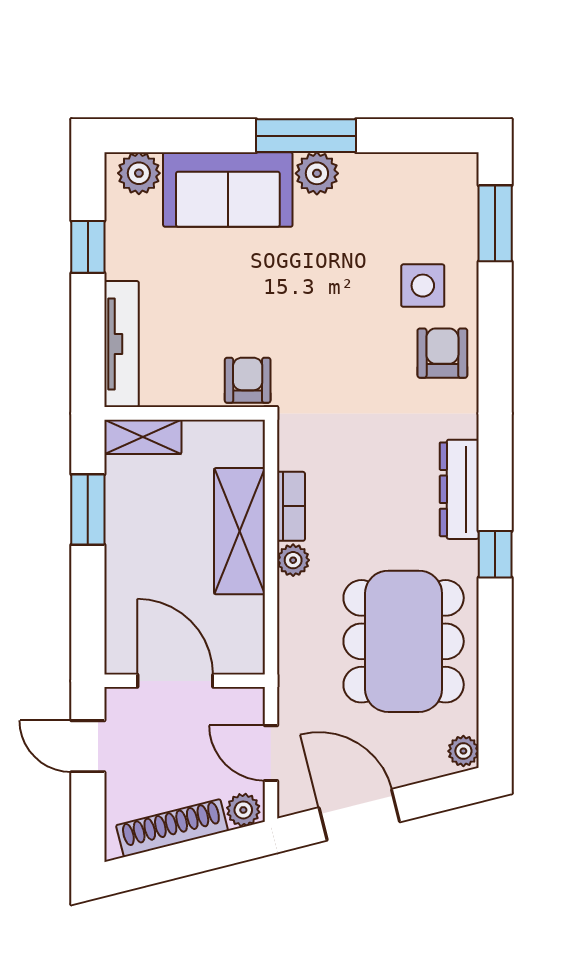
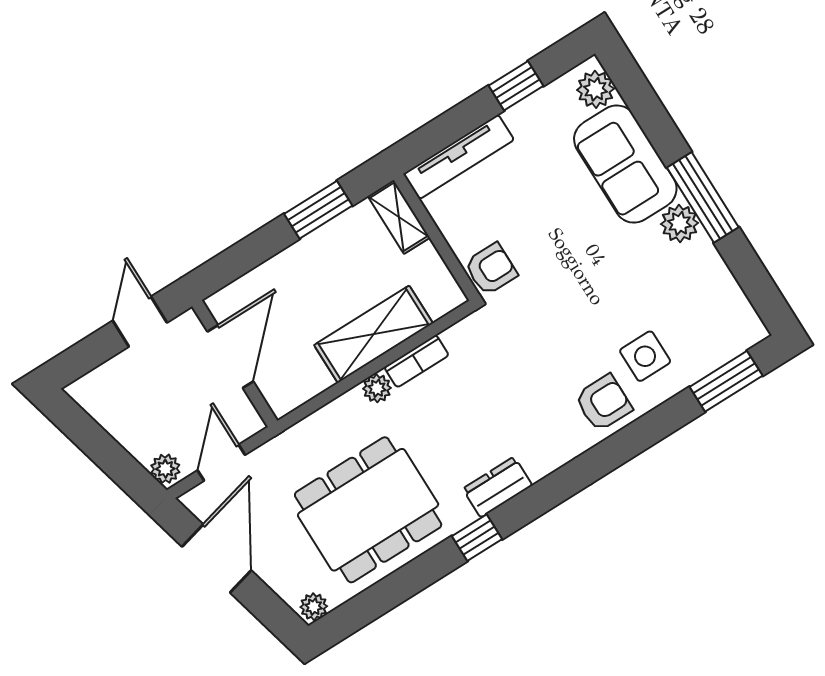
dresser: (459, 489) -> (497, 487), width x0.70
shoe rack: (172, 828) -> (118, 424), removed

